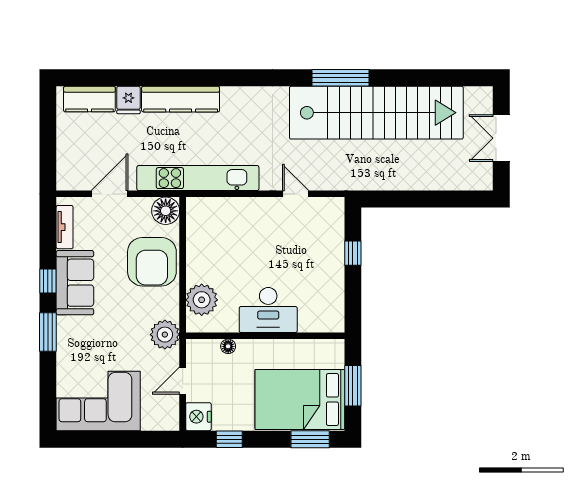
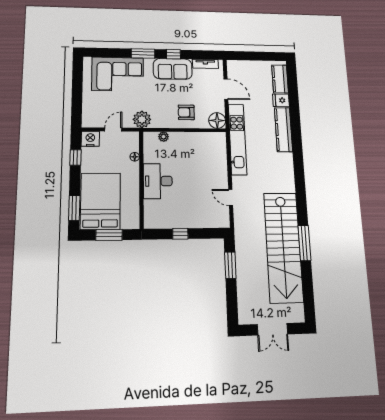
window: (340, 78) -> (304, 243), moved
double door: (501, 138) -> (272, 329), swing flipped
door: (296, 194) -> (231, 197), swing flipped
window: (403, 199) -> (230, 265), added
window: (353, 253) -> (180, 234), moved
armchair: (152, 262) -> (186, 112), width x0.53, depth x0.53
plant: (202, 300) -> (164, 137), width x0.53, depth x0.53
door: (183, 381) -> (113, 130), hinge flipped
corner sofa: (98, 401) -> (118, 74), moved, turned 90

